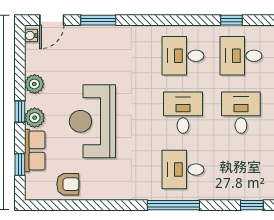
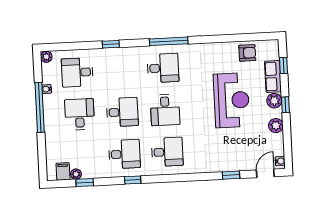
window: (98, 20) -> (231, 175), width x0.67
desk: (241, 113) -> (122, 112), turned -90
armchair: (68, 184) -> (247, 53), turned 180

